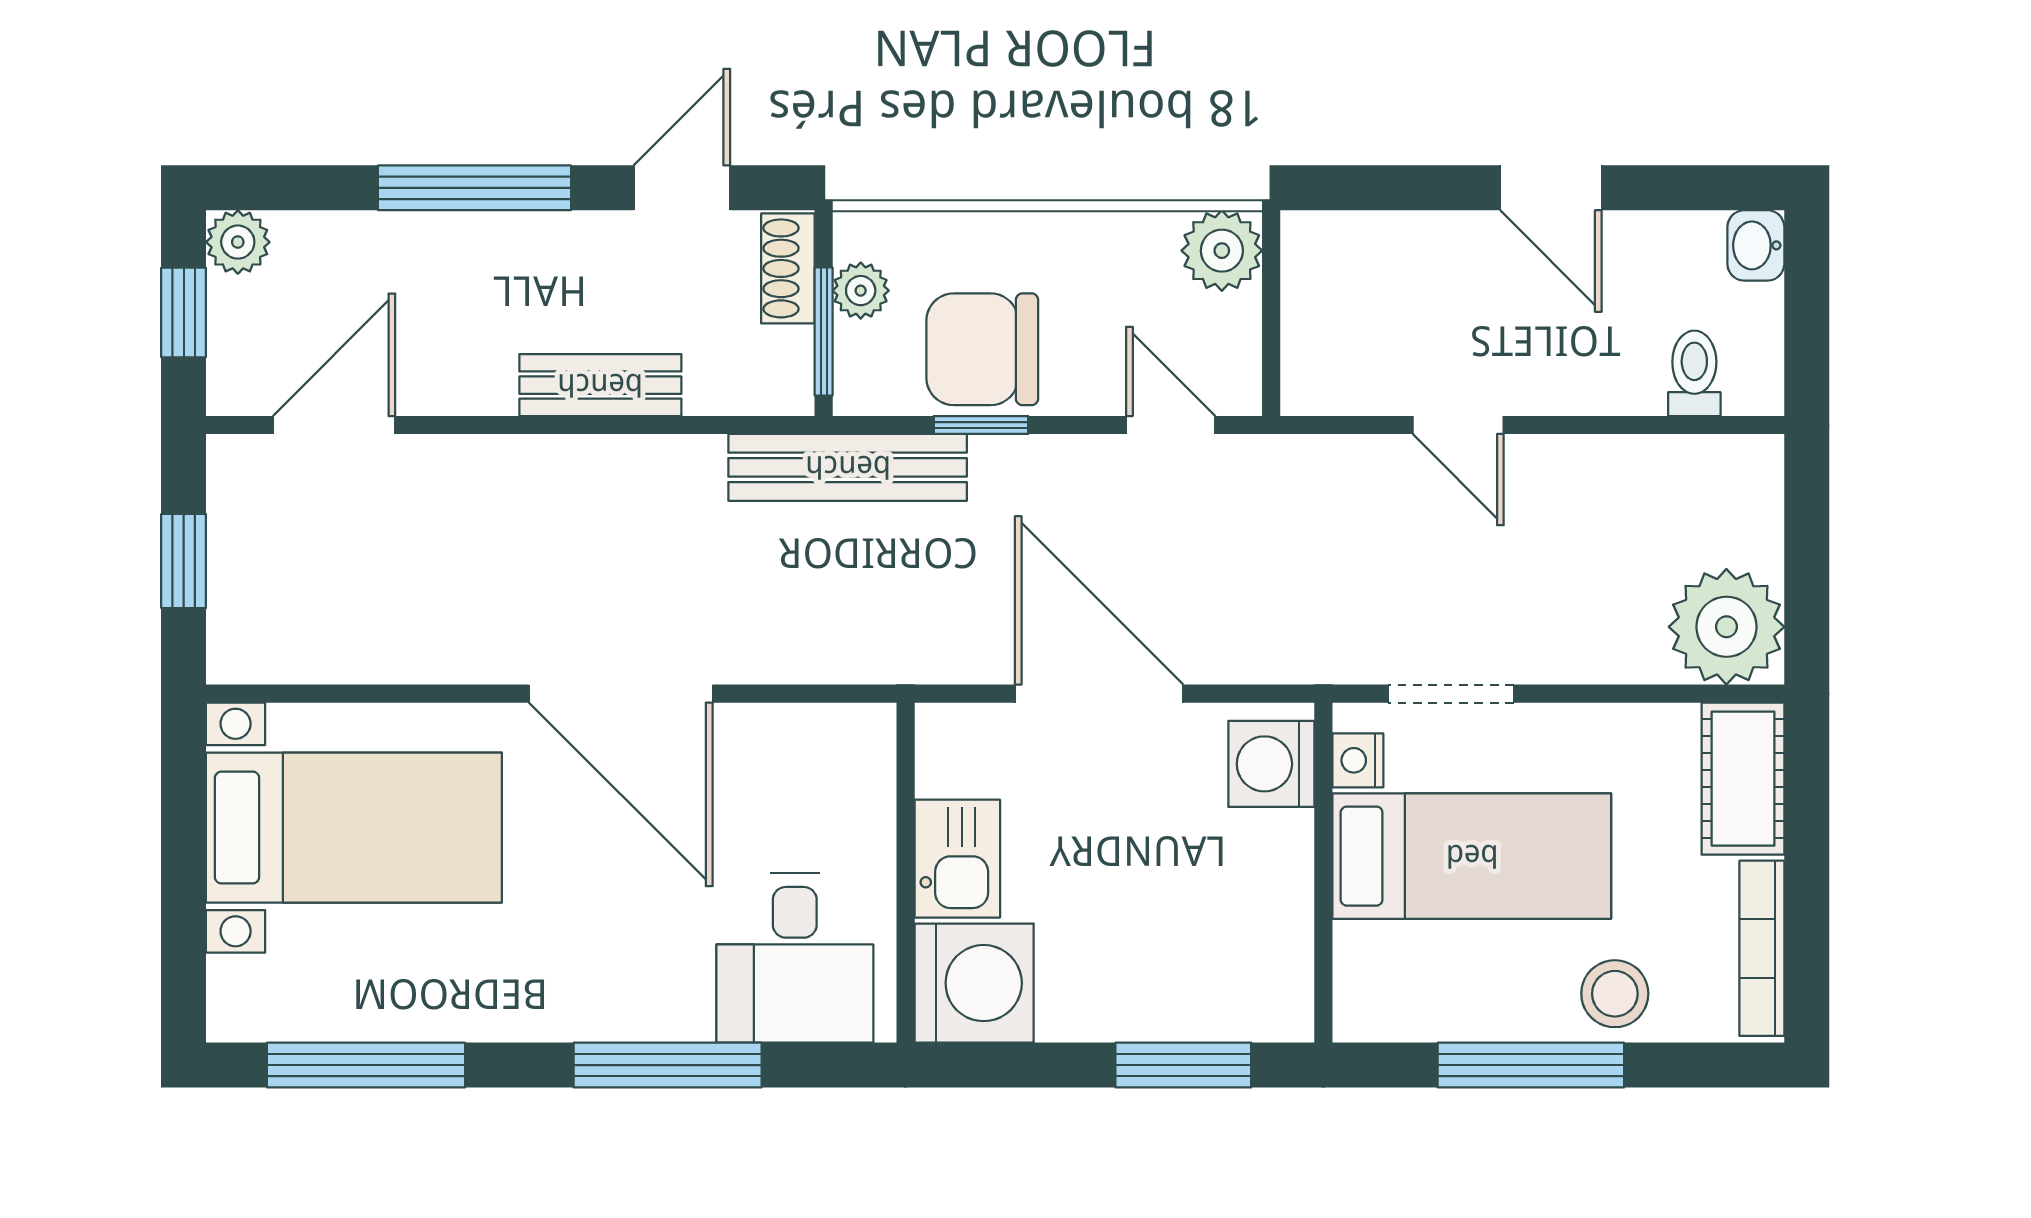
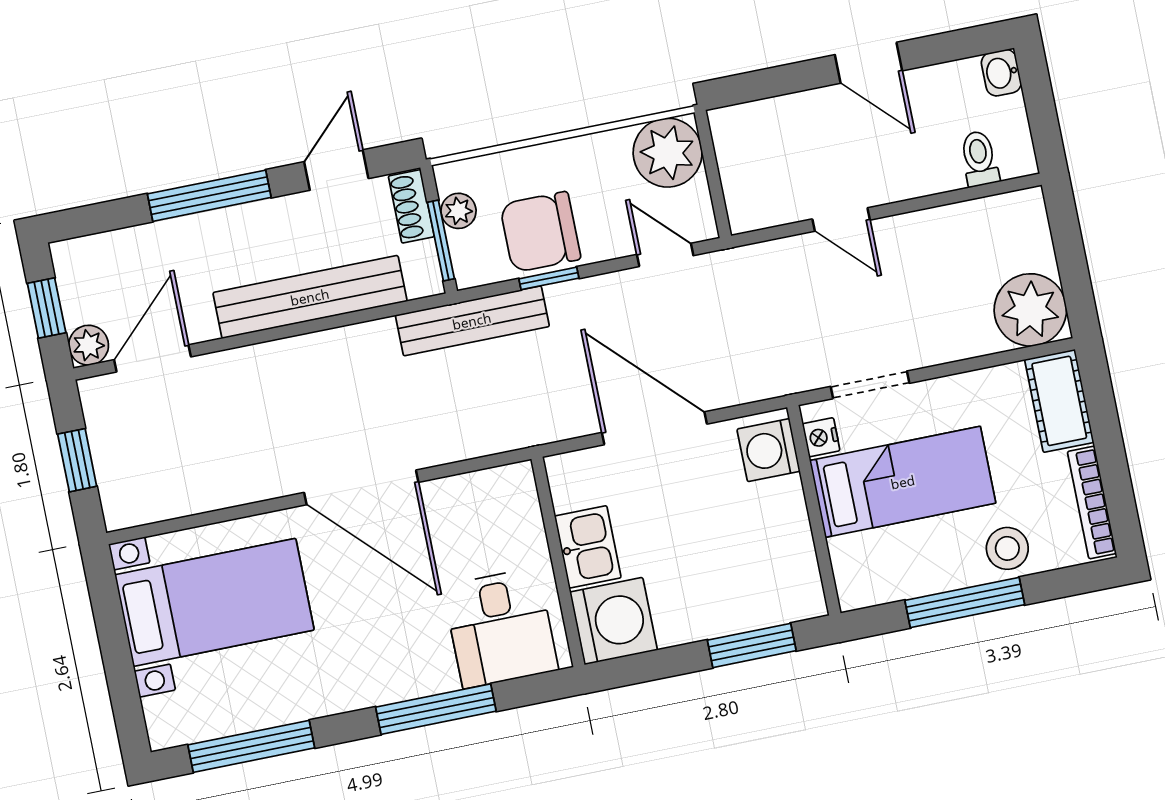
plant: (238, 242) -> (89, 345), moved
plant: (1222, 251) -> (668, 153), width x1.36, depth x1.36
bench: (600, 385) -> (310, 297), width x1.86, depth x1.21

